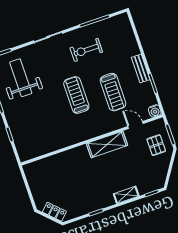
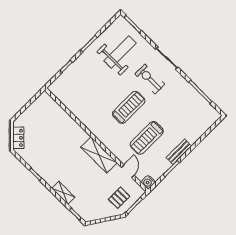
exercise bike: (86, 50) -> (150, 79), moved

